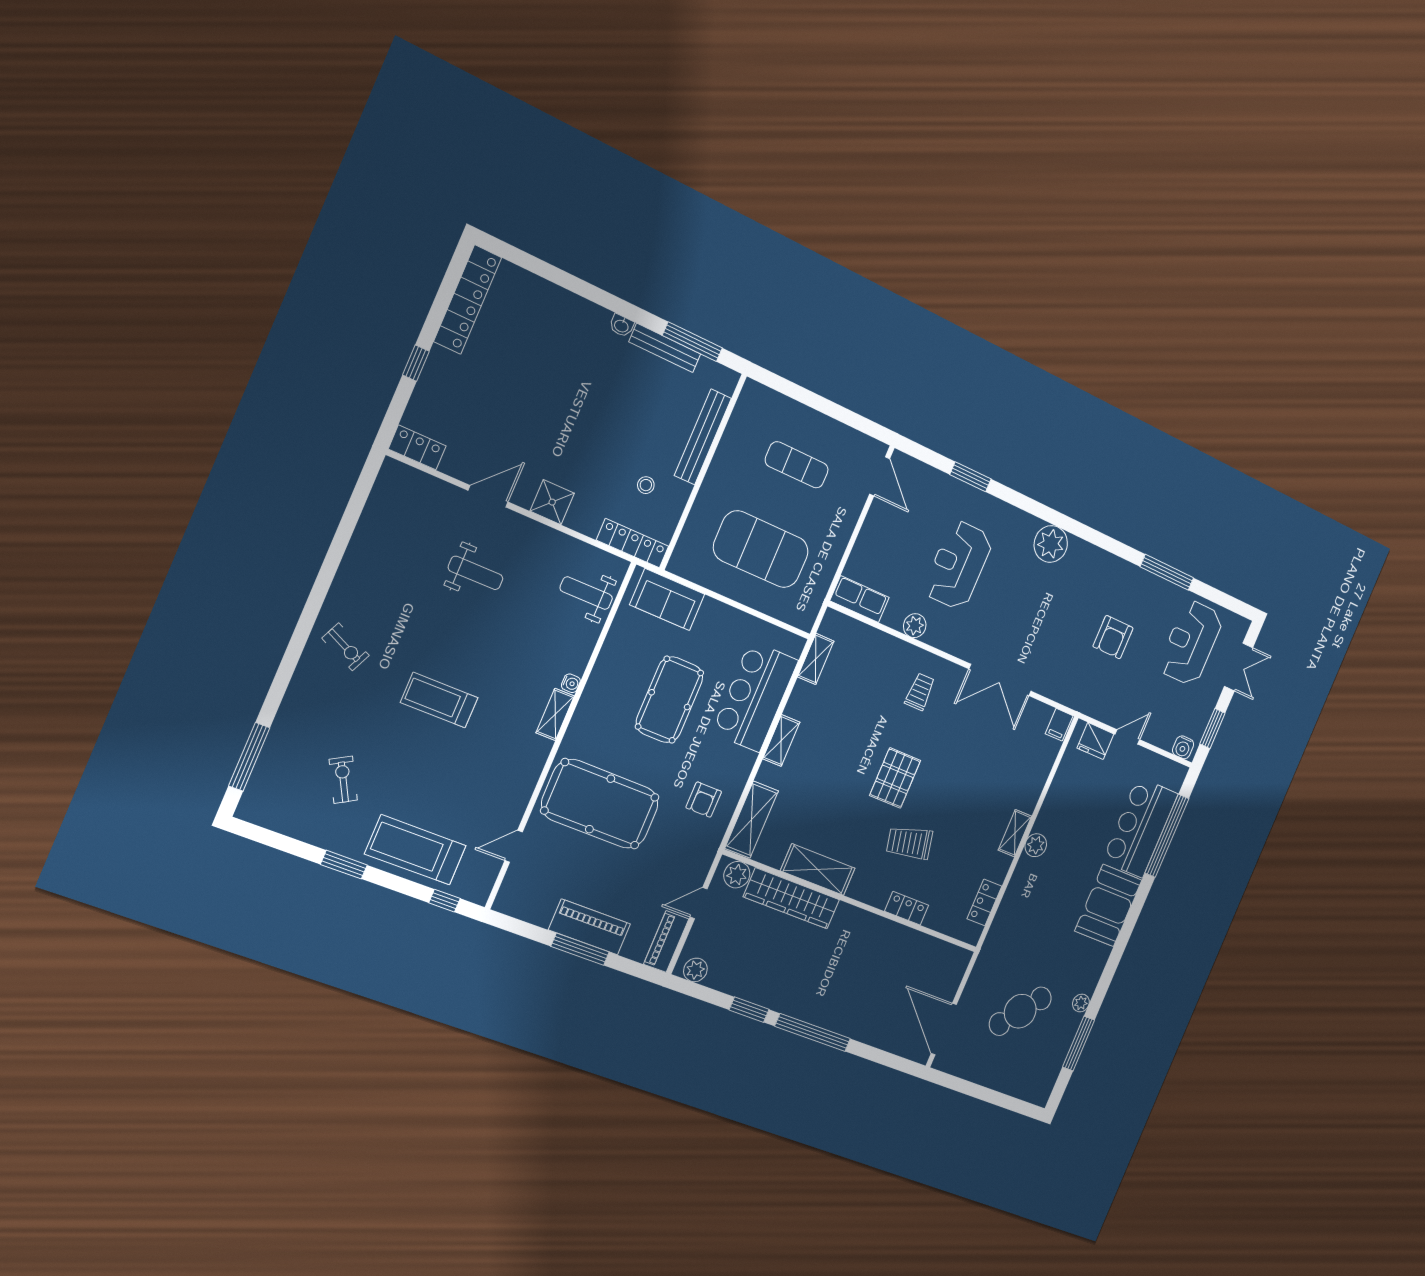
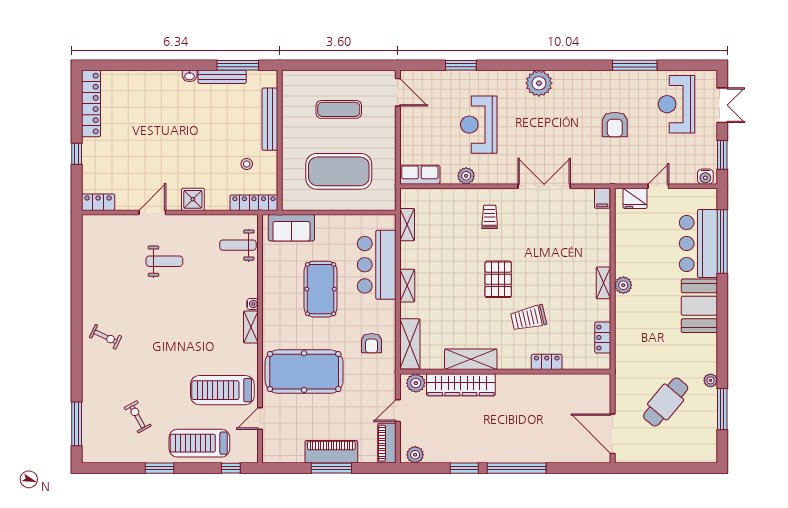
double door: (1000, 680) -> (544, 186), swing flipped
treadmill: (439, 700) -> (222, 390), moved, width x1.37, depth x1.38

